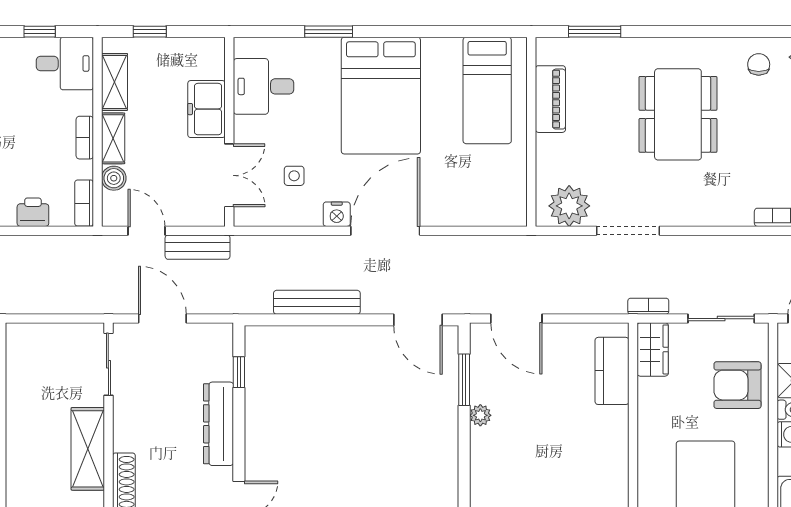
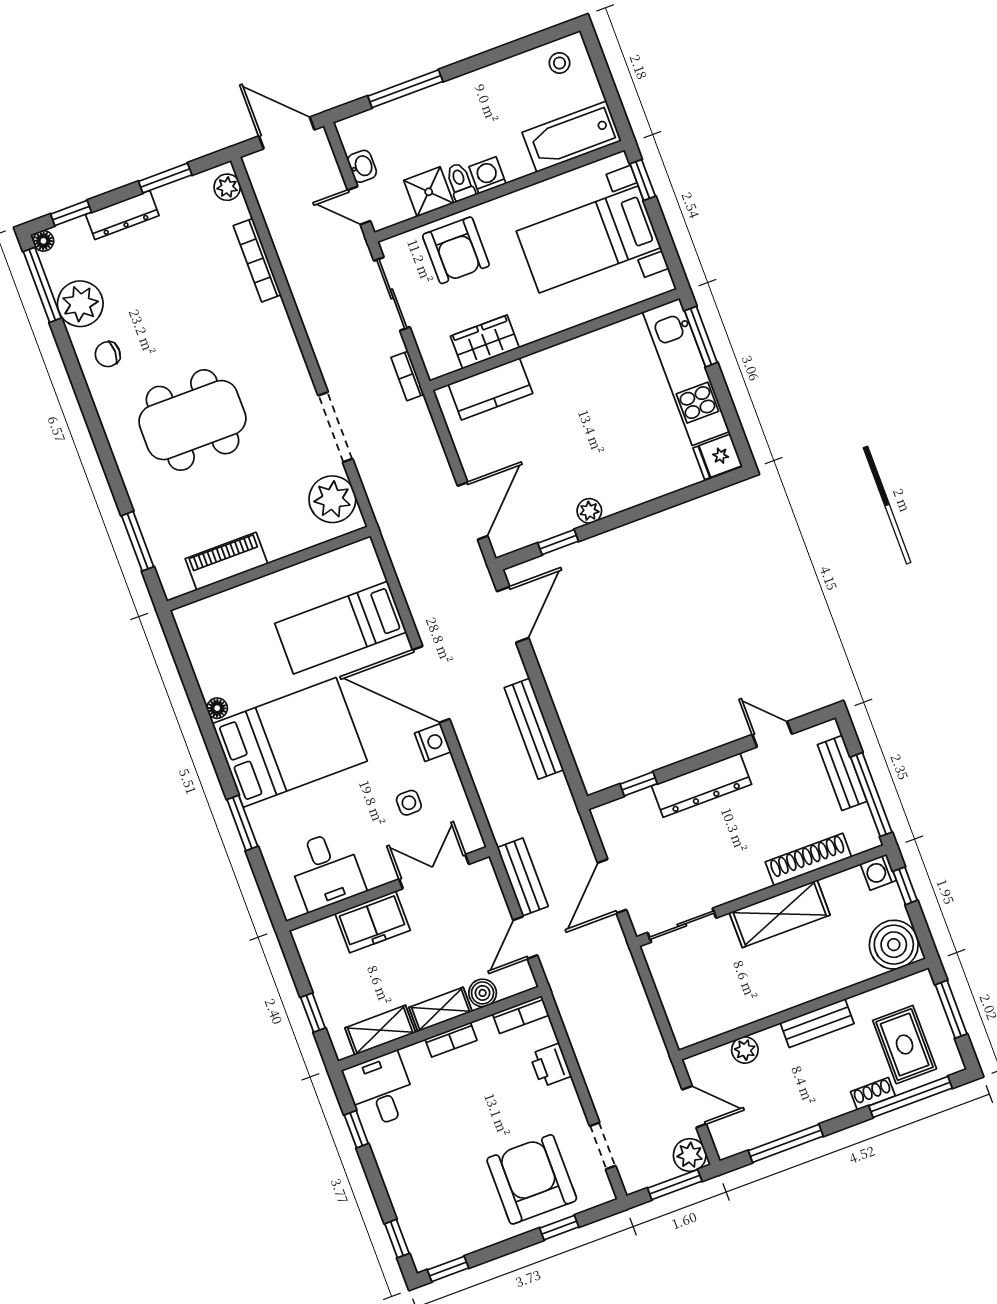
floor lamp: (432, 46) -> (217, 708), added
bed: (487, 90) -> (341, 628), moved, turned 180
wardrobe: (653, 349) -> (485, 342), moved
window: (464, 380) -> (558, 542), width x0.67

